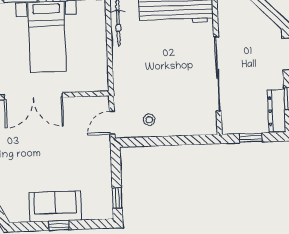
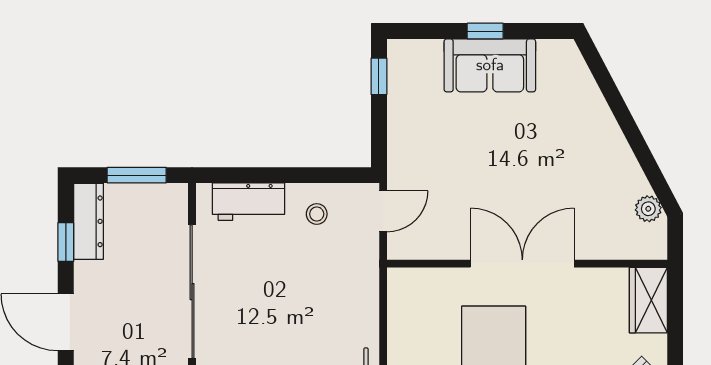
workbench: (188, 125) -> (249, 202), added
window: (251, 138) -> (137, 175), width x1.50

